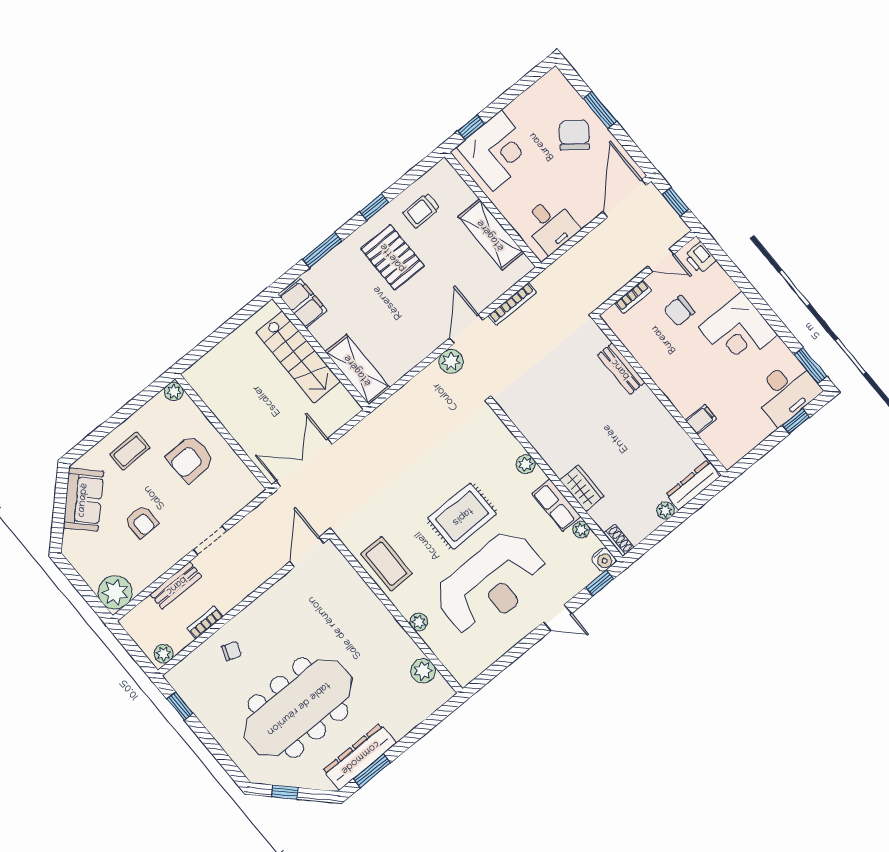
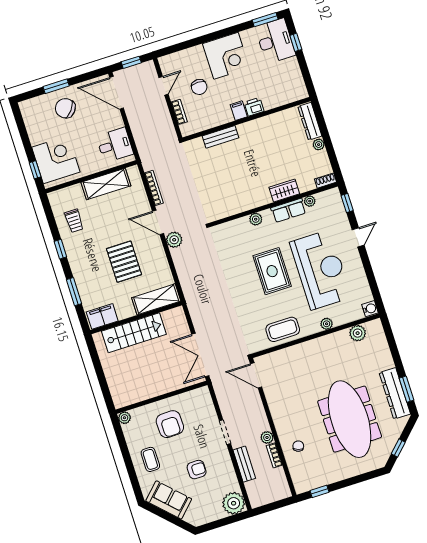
pallet: (393, 257) -> (124, 262), moved, turned 90
printer: (700, 258) -> (254, 107), moved, turned 180
filing cabinet: (701, 419) -> (239, 111), moved
water cooler: (604, 560) -> (370, 309), moved
plant: (164, 654) -> (267, 437), moved

